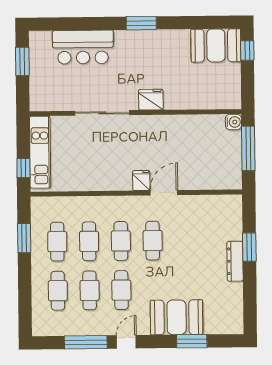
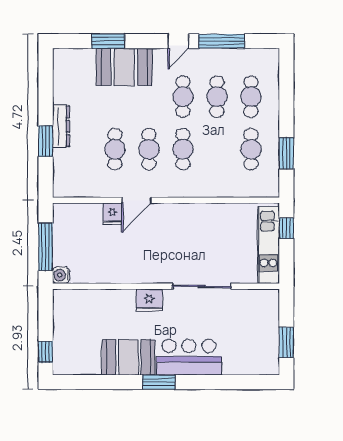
booth: (216, 45) -> (129, 357), moved
bar counter: (83, 47) -> (189, 357), moved
fridge: (141, 180) -> (112, 214), moved
cafe table: (89, 241) -> (115, 149), moved

